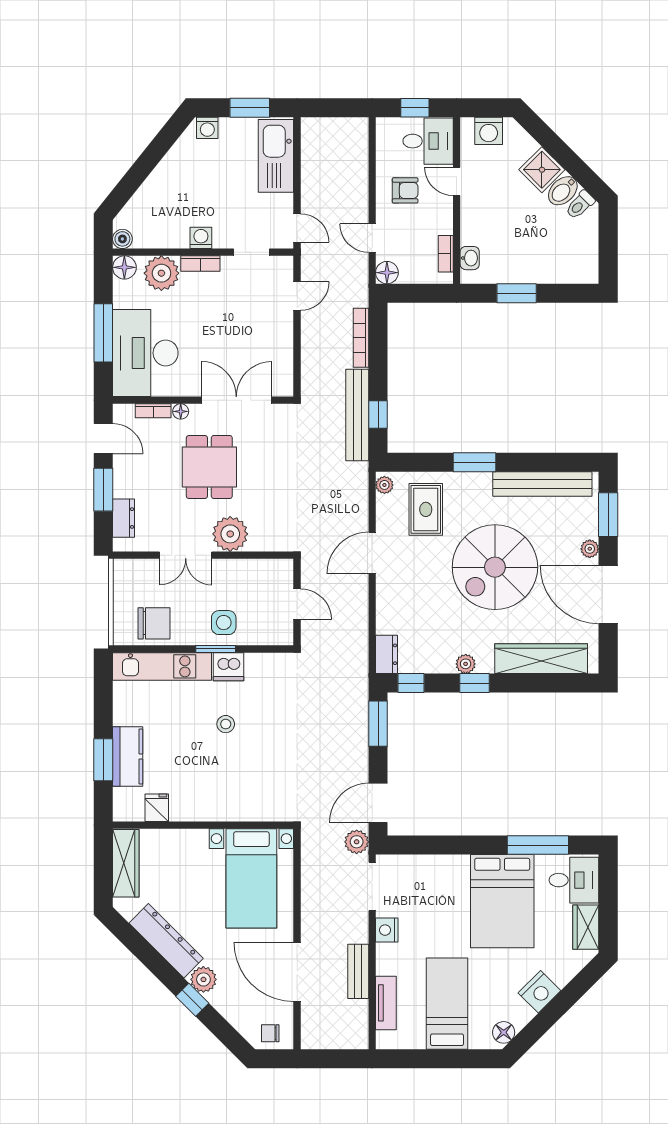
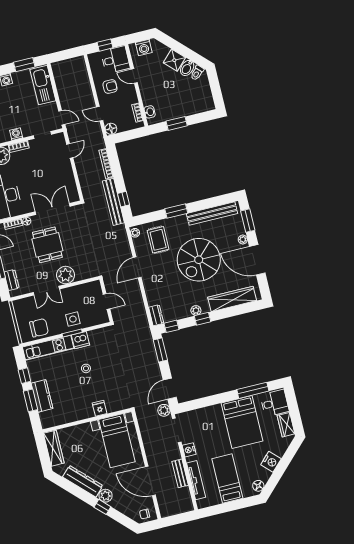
window: (103, 709) -> (24, 376), added
fridge: (157, 808) -> (100, 408), moved
tv unit: (386, 1003) -> (196, 480), width x1.41

